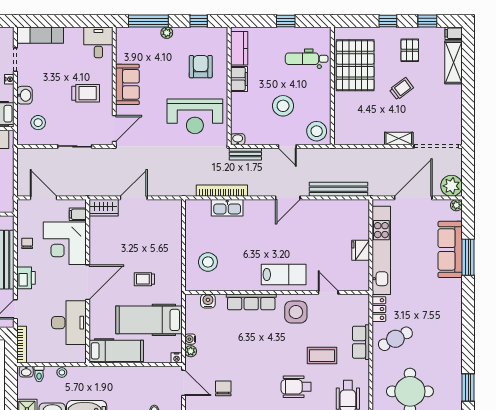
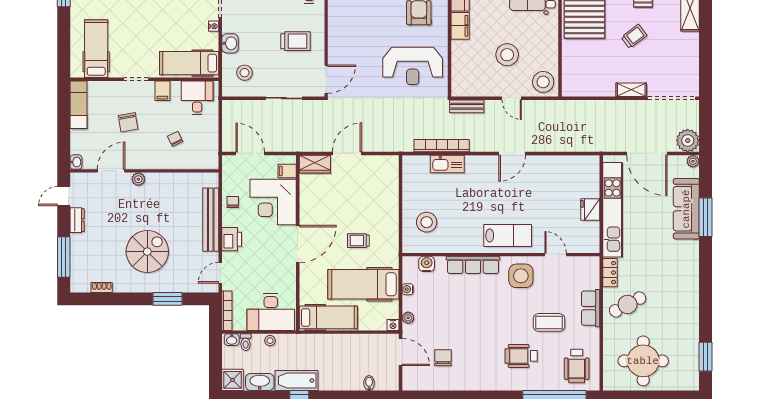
sofa: (127, 84) -> (340, 32), removed
washbasin: (238, 139) -> (459, 90), removed
bench: (338, 189) -> (567, 144), removed
door: (413, 198) -> (647, 153), swing flipped
desk: (69, 323) -> (271, 312), moved, turned 90
water cooler: (190, 339) -> (408, 289), moved

